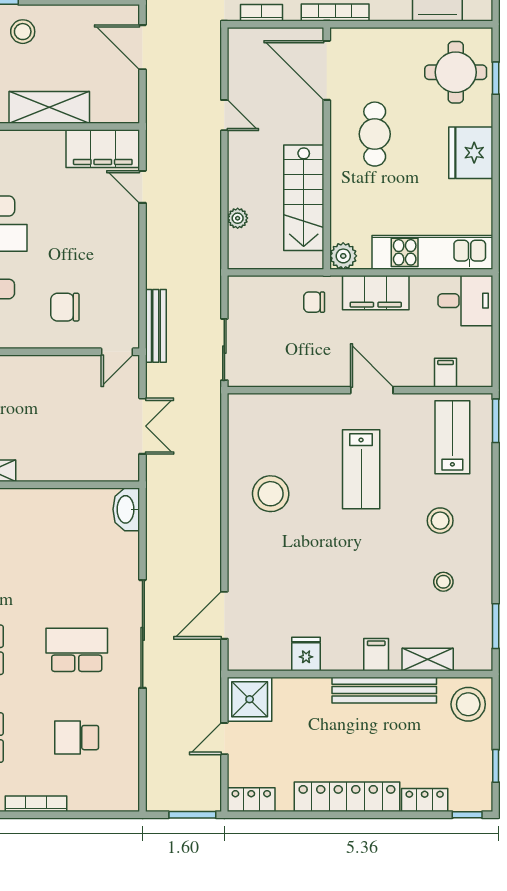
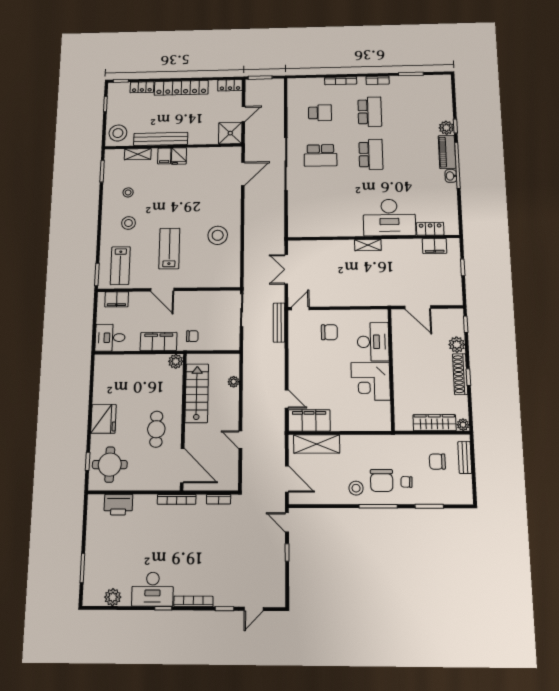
shelving: (49, 107) -> (317, 444), moved
kitchen unit: (432, 252) -> (127, 364), removed
filing cabinet: (446, 373) -> (117, 299), width x2.00
washbasin: (126, 509) -> (295, 226), removed
fridge: (306, 654) -> (179, 156), moved

